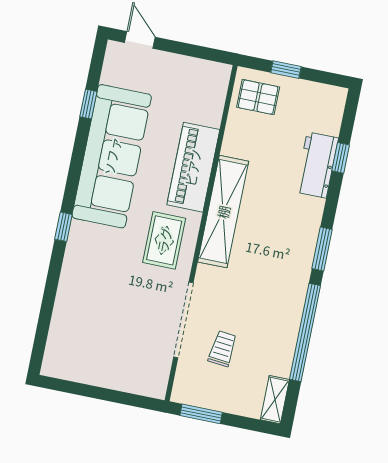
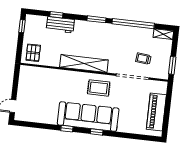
window: (286, 70) -> (22, 26), moved
window: (88, 104) -> (67, 129), moved
sofa: (112, 156) -> (88, 117), moved
piano: (193, 167) -> (156, 112), moved, turned 90

